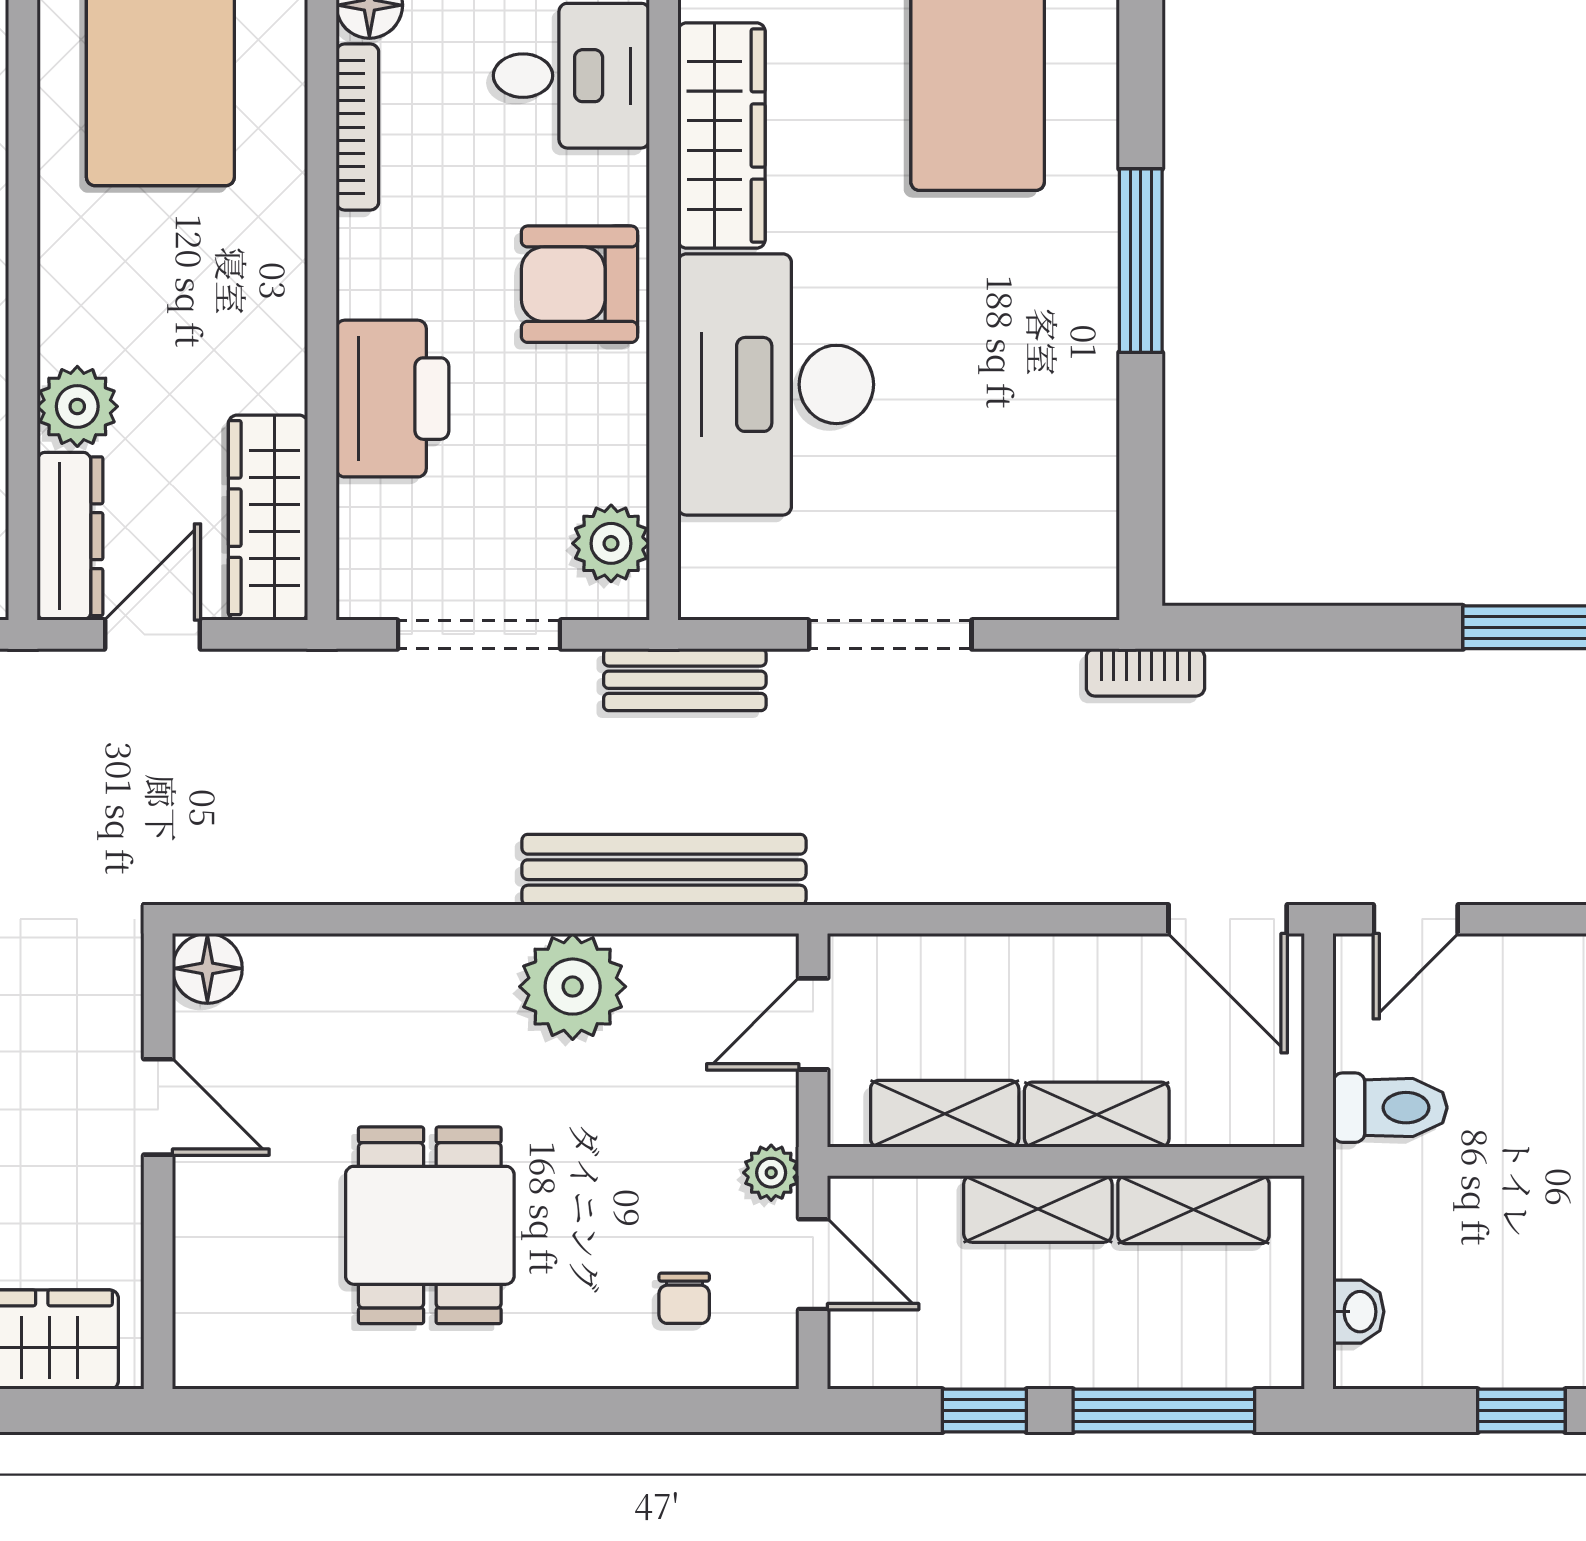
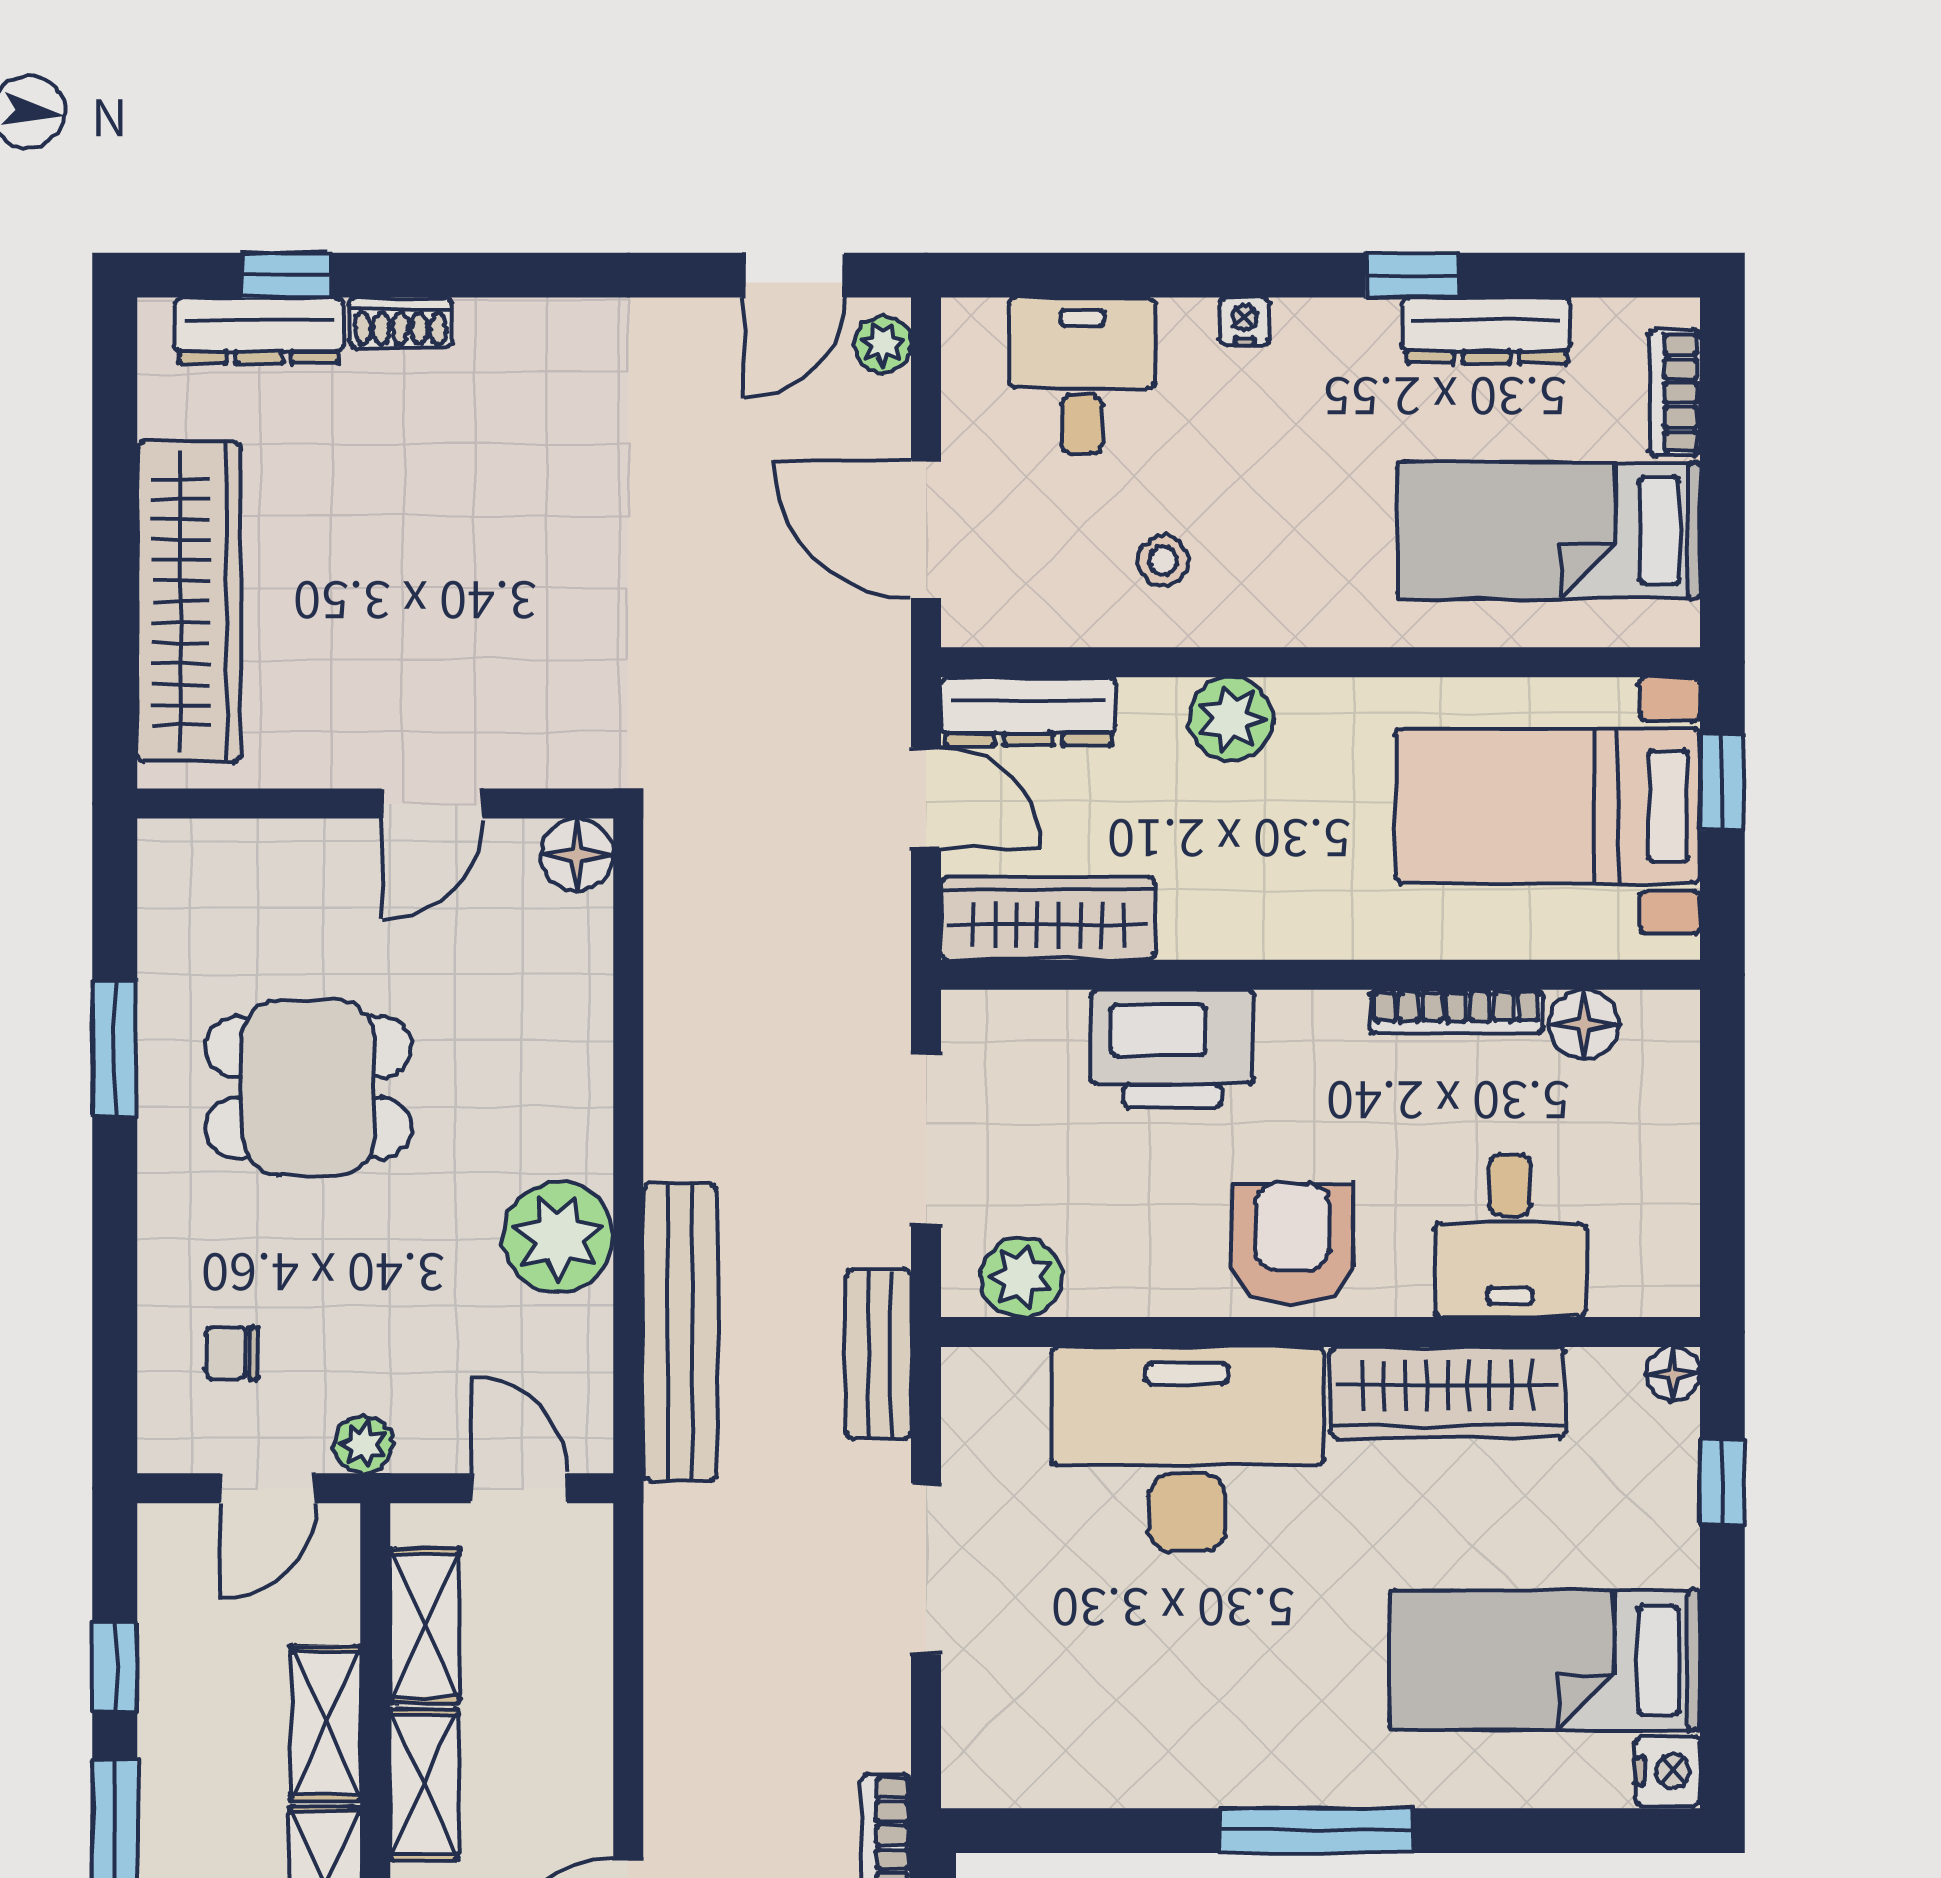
plant: (77, 406) -> (1231, 719), moved
window: (392, 1411) -> (115, 1048), added

